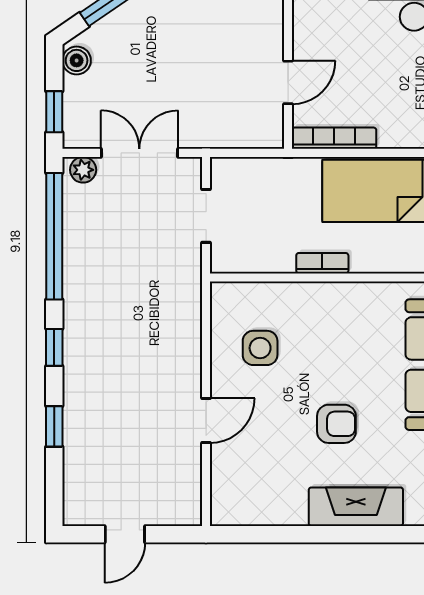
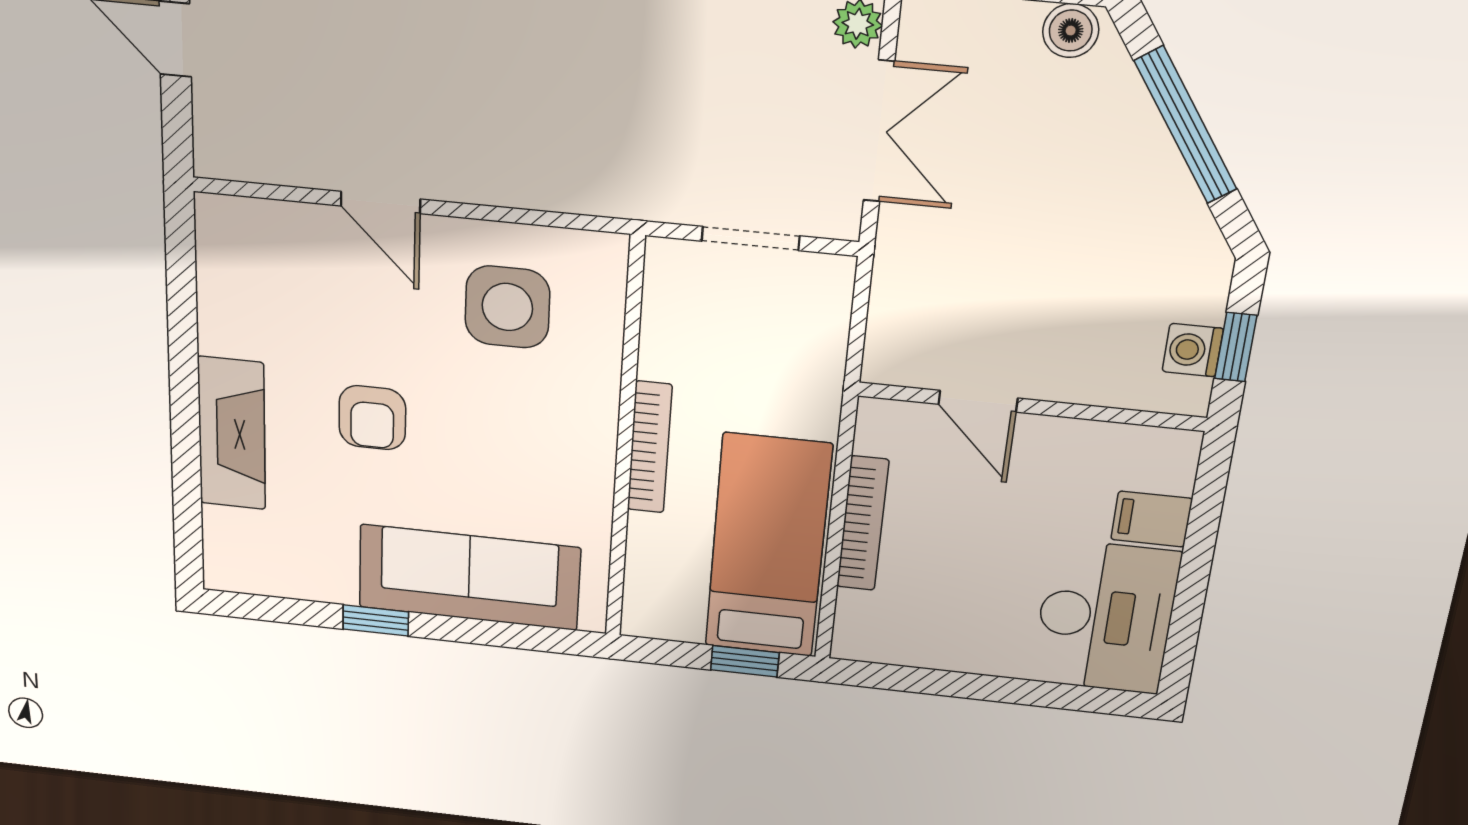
bookcase: (334, 138) -> (863, 524), moved
bookcase: (322, 263) -> (650, 447), width x1.56
side table: (260, 348) -> (507, 307), width x1.37, depth x1.37

